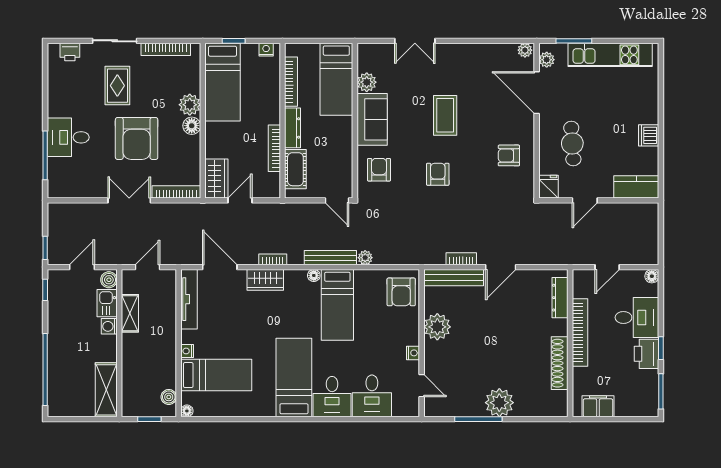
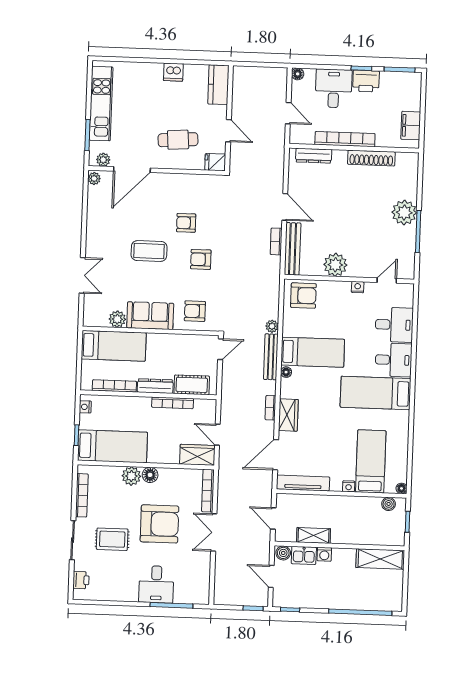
armchair: (509, 155) -> (186, 223), moved, turned 90

